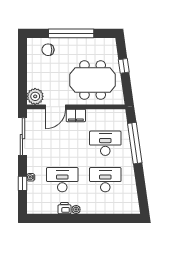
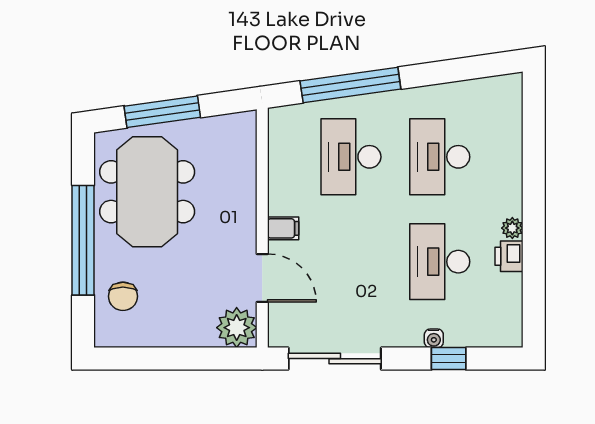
window: (124, 66) -> (162, 112), width x2.17
meeting table: (93, 80) -> (147, 192), moved
filing cabinet: (76, 115) -> (283, 228), width x0.50

